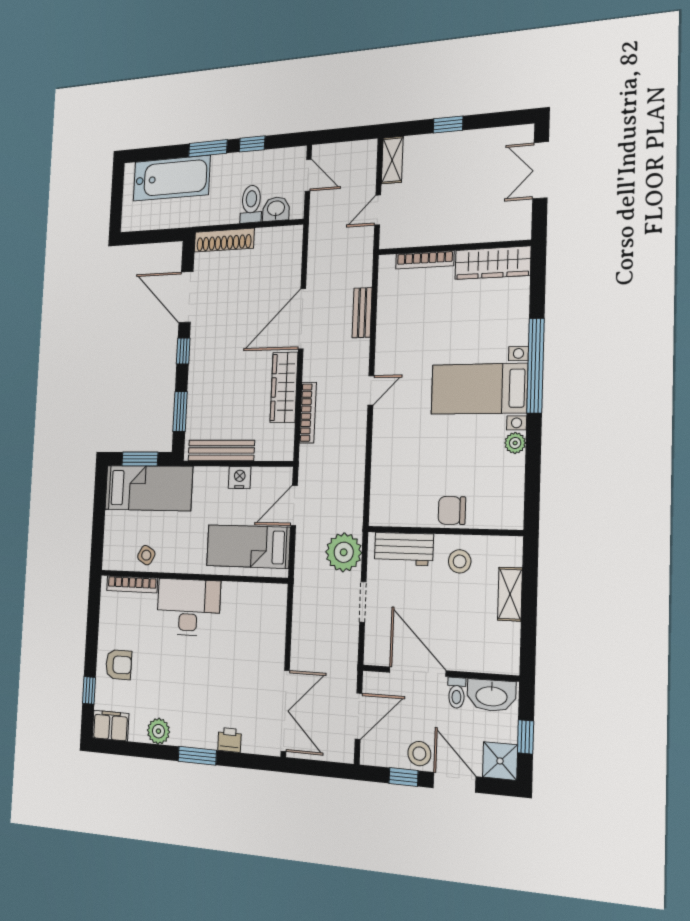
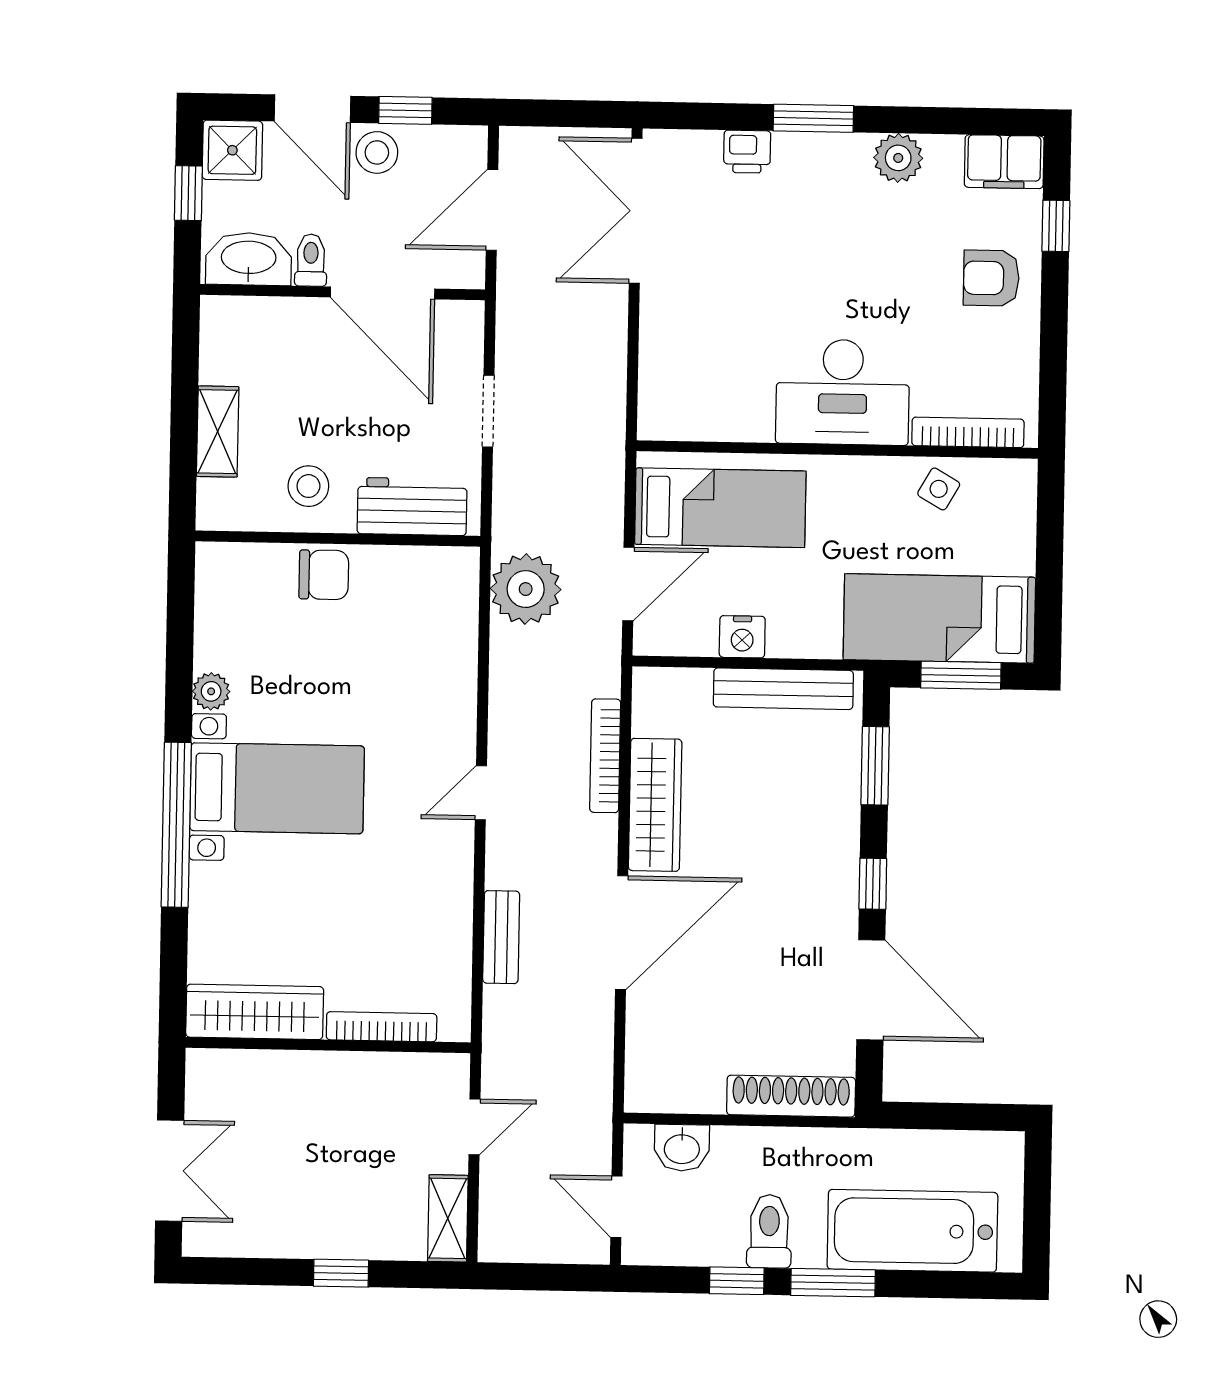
toilet: (251, 204) -> (769, 1231), moved, turned 180
plant: (344, 552) -> (526, 589), moved

